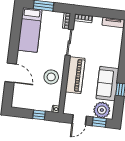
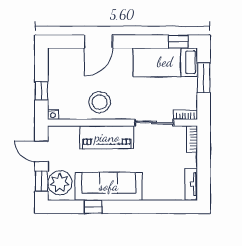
window: (17, 20) -> (178, 42), added
sofa: (107, 84) -> (109, 186), width x1.36

